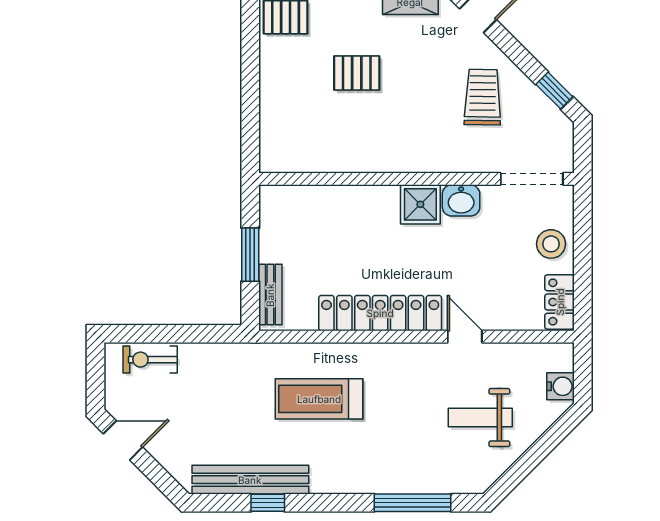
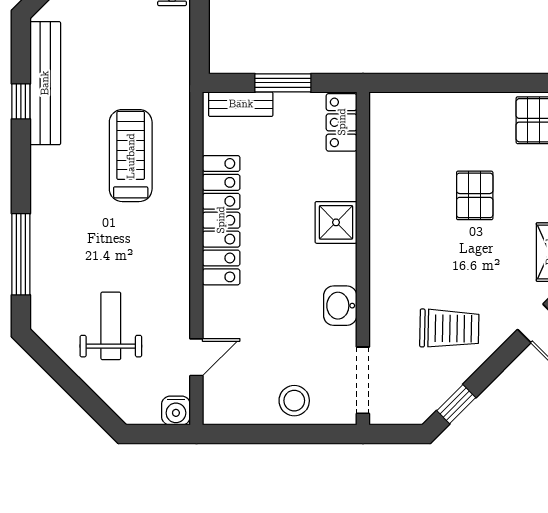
shower: (420, 204) -> (336, 222), moved
locker: (560, 302) -> (342, 122), moved, turned -90
door: (465, 337) -> (196, 357), moved
water cooler: (560, 386) -> (176, 411), moved

